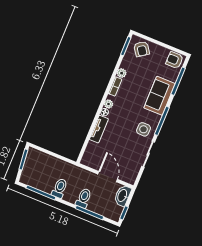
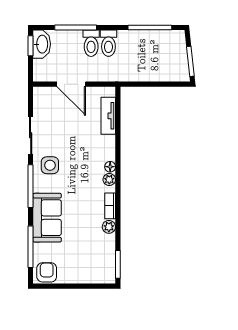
armchair: (142, 49) -> (96, 269), removed
armchair: (175, 60) -> (47, 272), turned -90
tv unit: (99, 129) -> (108, 116), moved
toilet: (60, 188) -> (108, 43), moved
washbasin: (123, 196) -> (42, 44), moved

